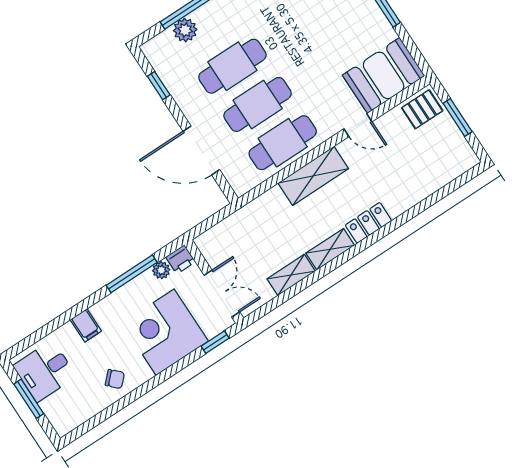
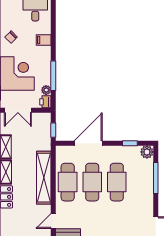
plant: (185, 30) -> (147, 152), moved
shelving: (313, 176) -> (44, 178), width x1.47
window: (216, 218) -> (53, 130), added

